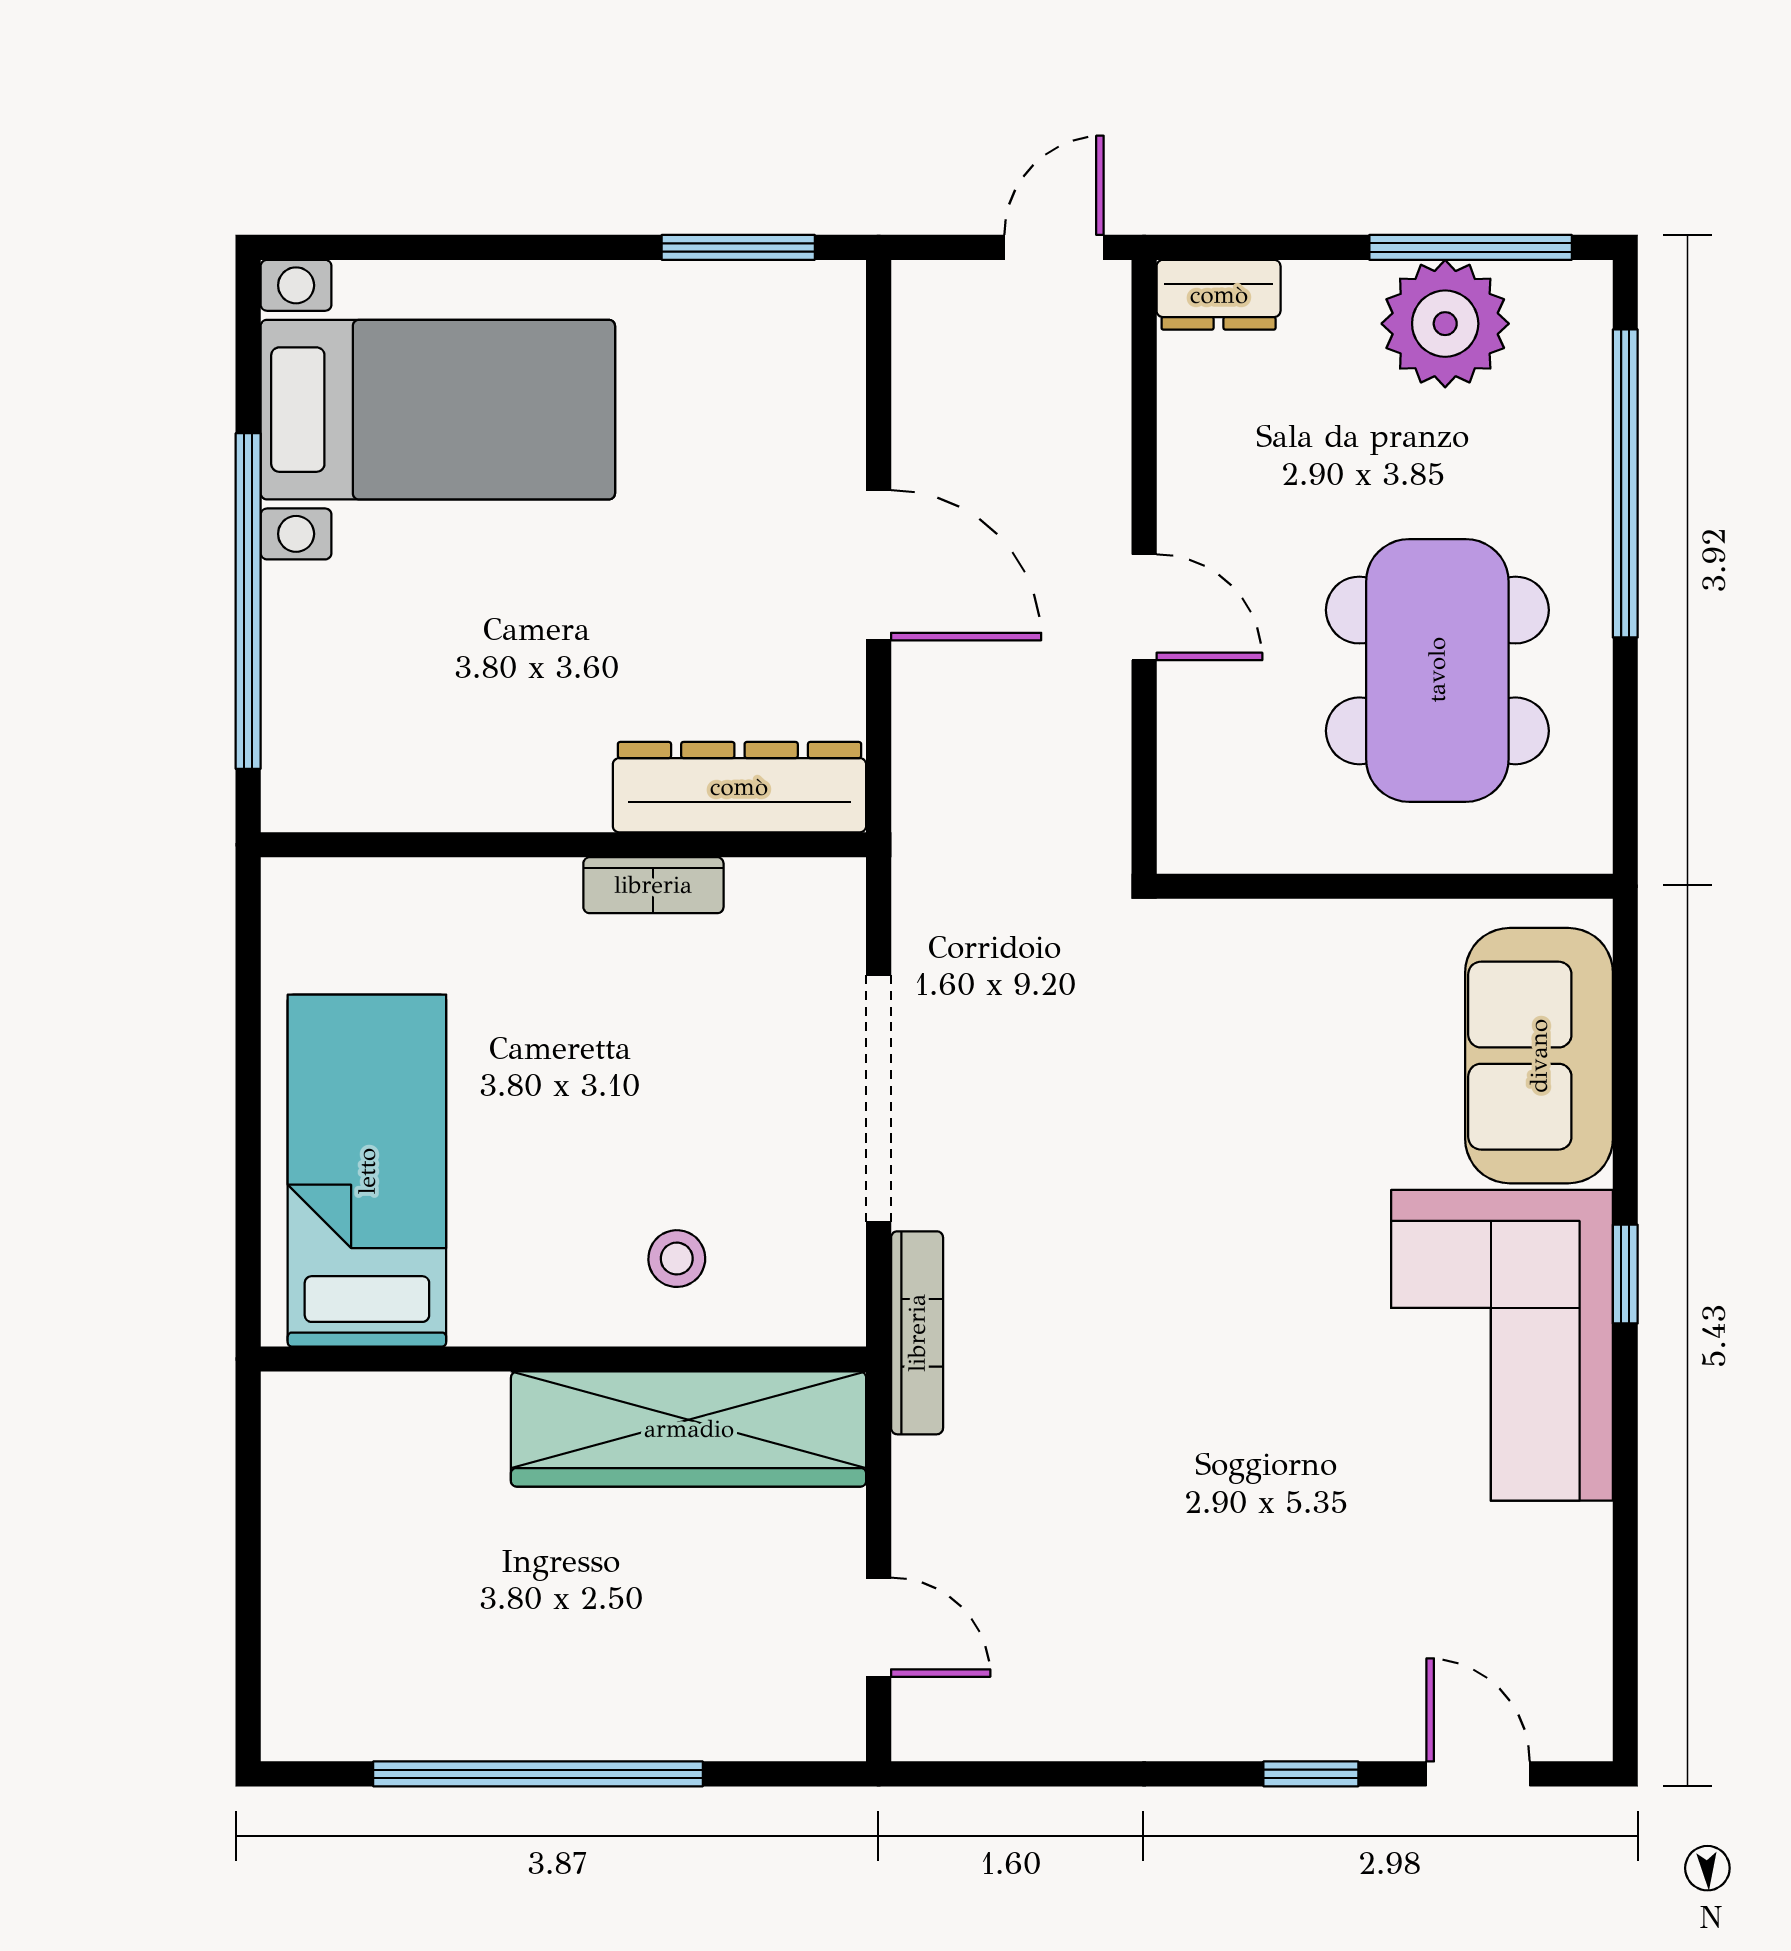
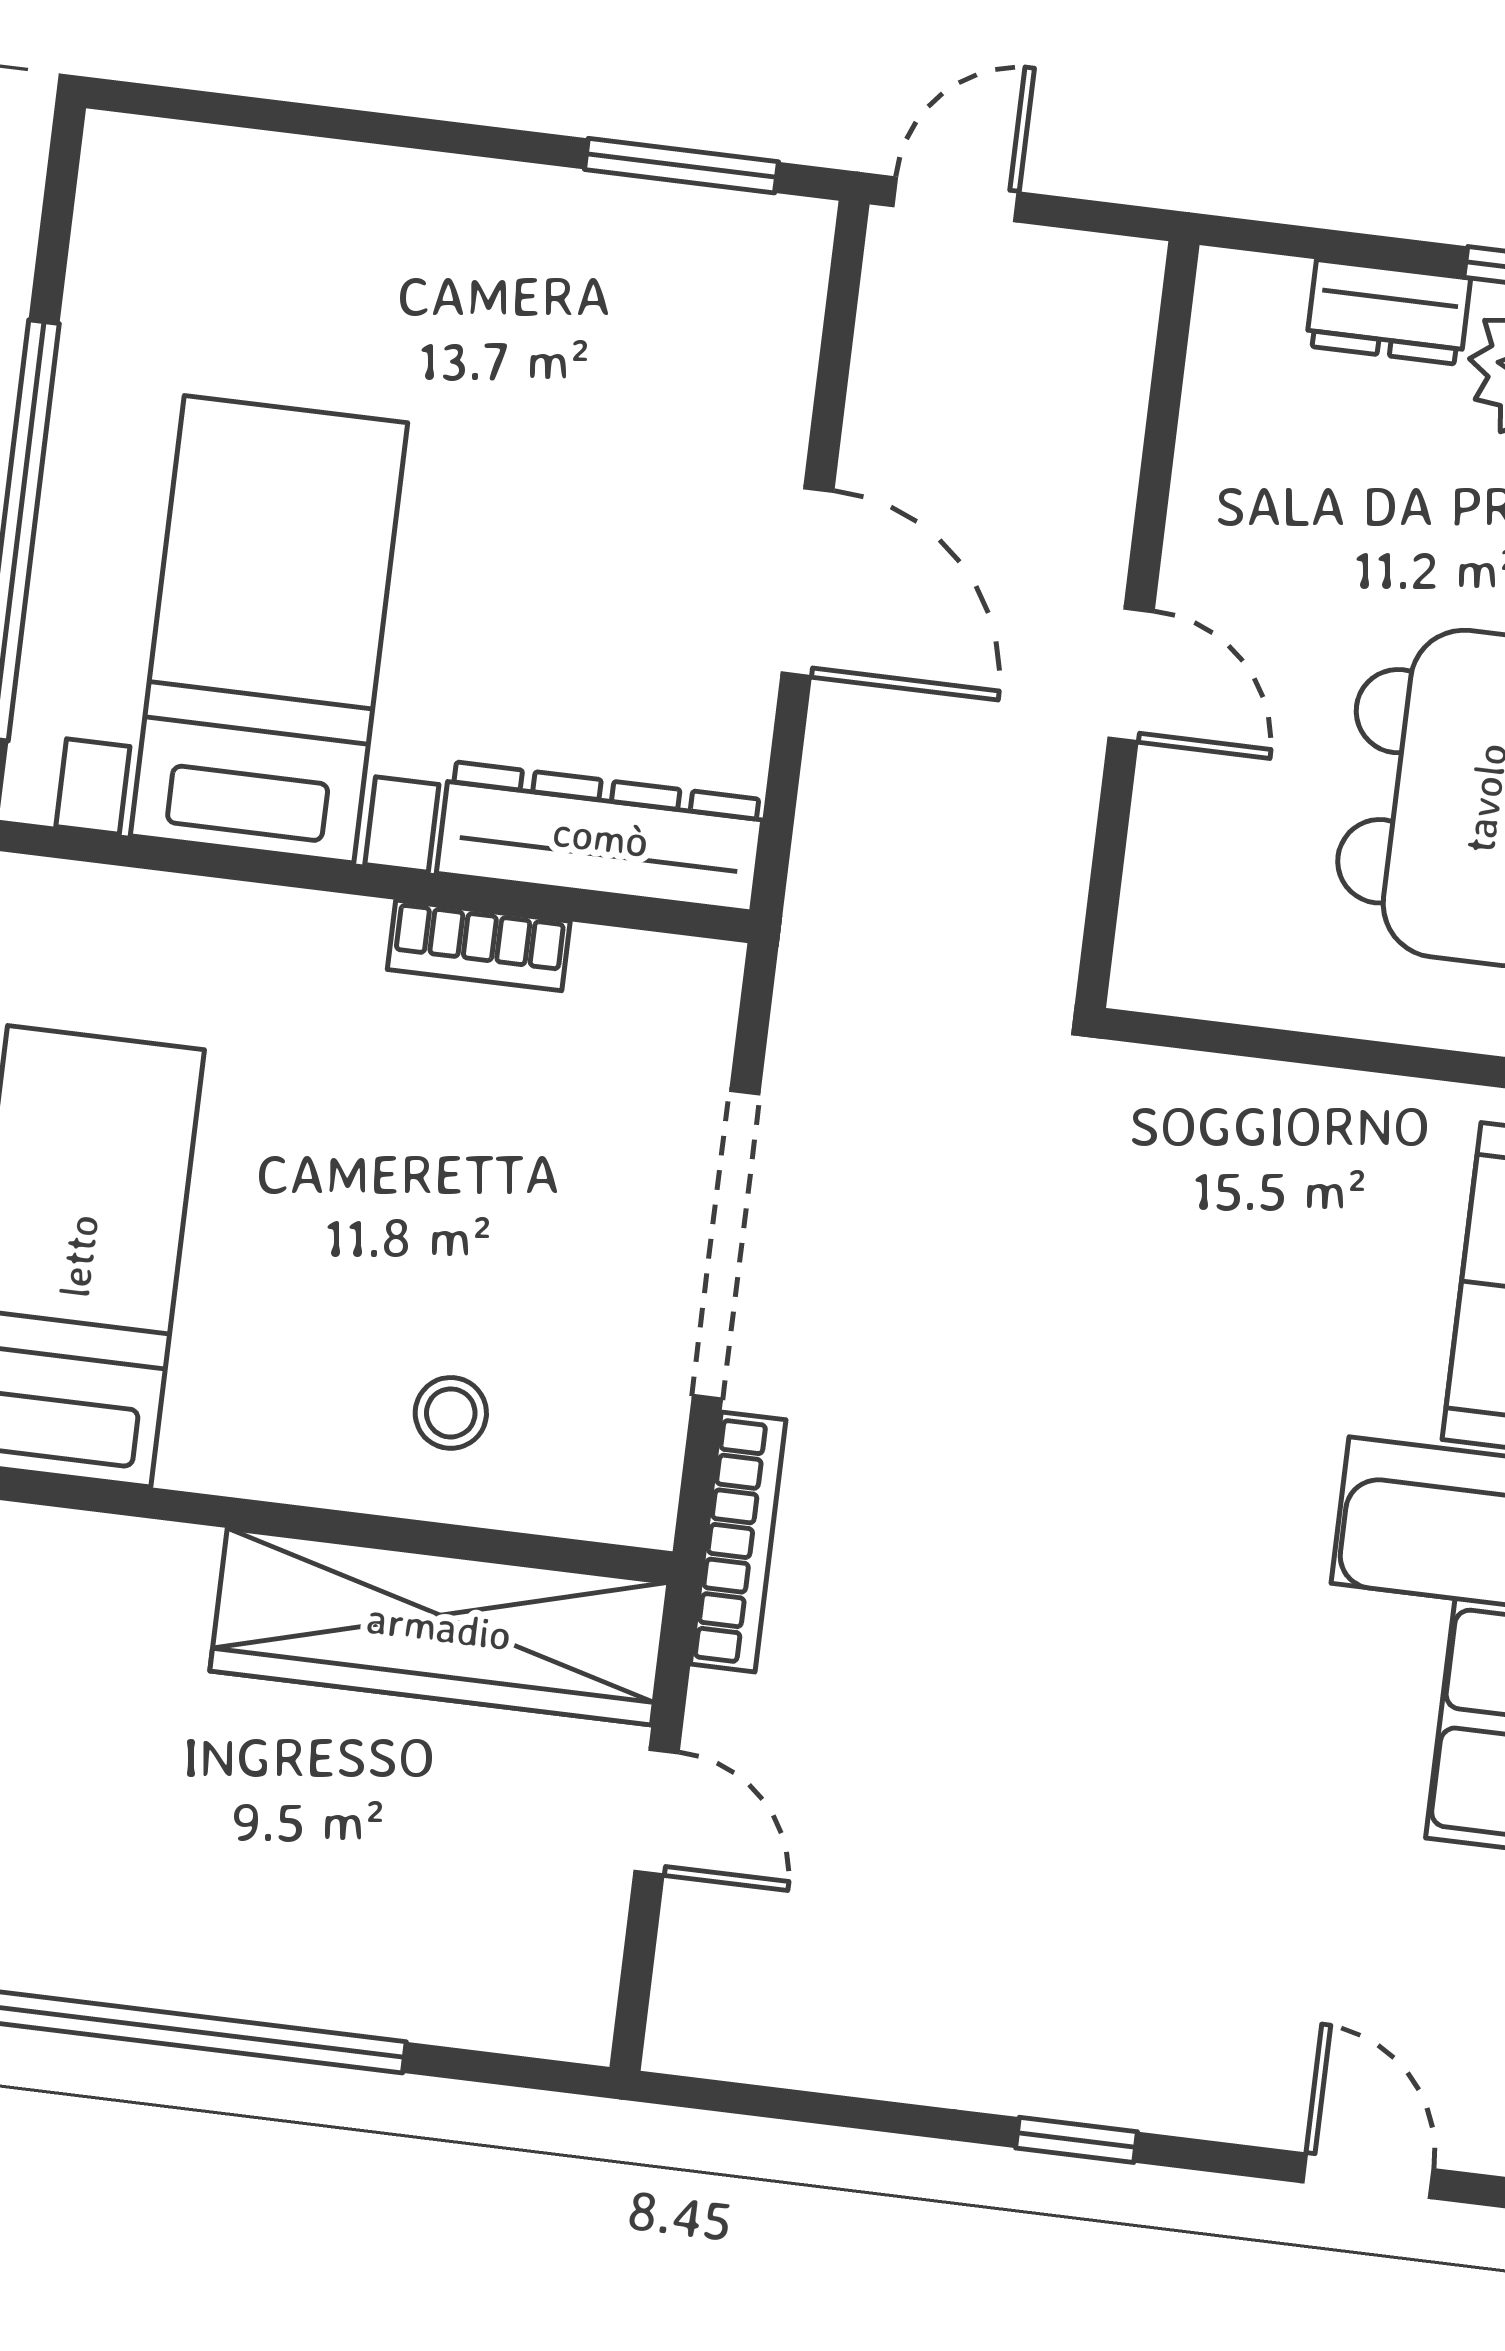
door: (1054, 247) -> (956, 199), moved
dresser: (1219, 295) -> (1388, 312), moved
bed with nightstands: (438, 410) -> (269, 629), moved, turned -90
door: (879, 1627) -> (656, 1812), moved
window: (1311, 1774) -> (1077, 2140), moved

